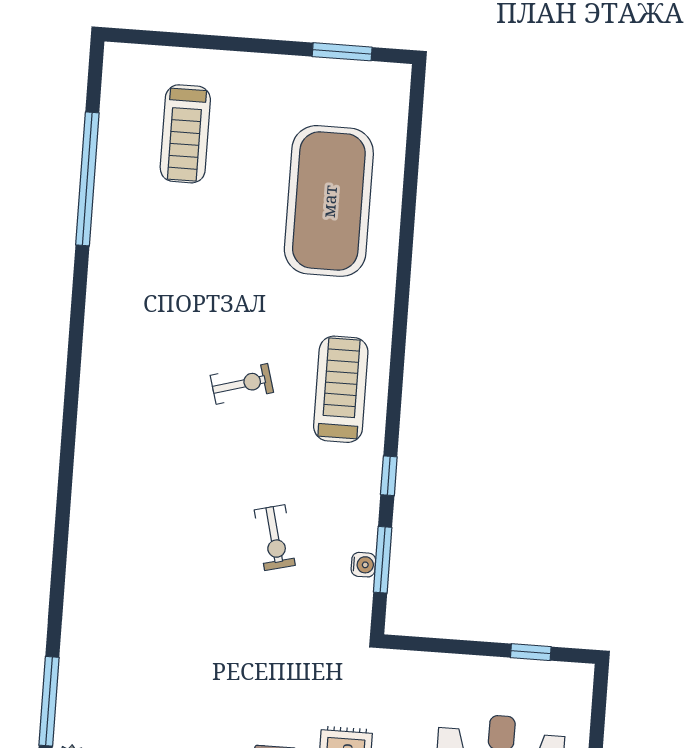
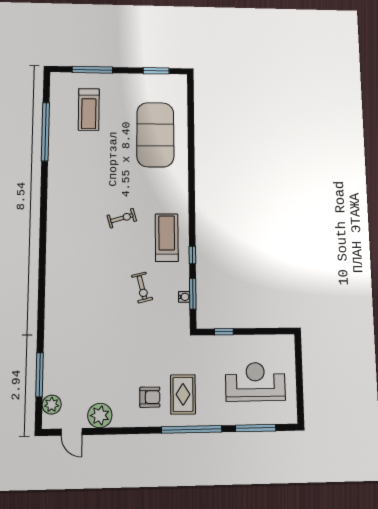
window: (199, 41) -> (92, 70), added
treadmill: (341, 389) -> (167, 238), moved
window: (531, 652) -> (224, 332), moved

